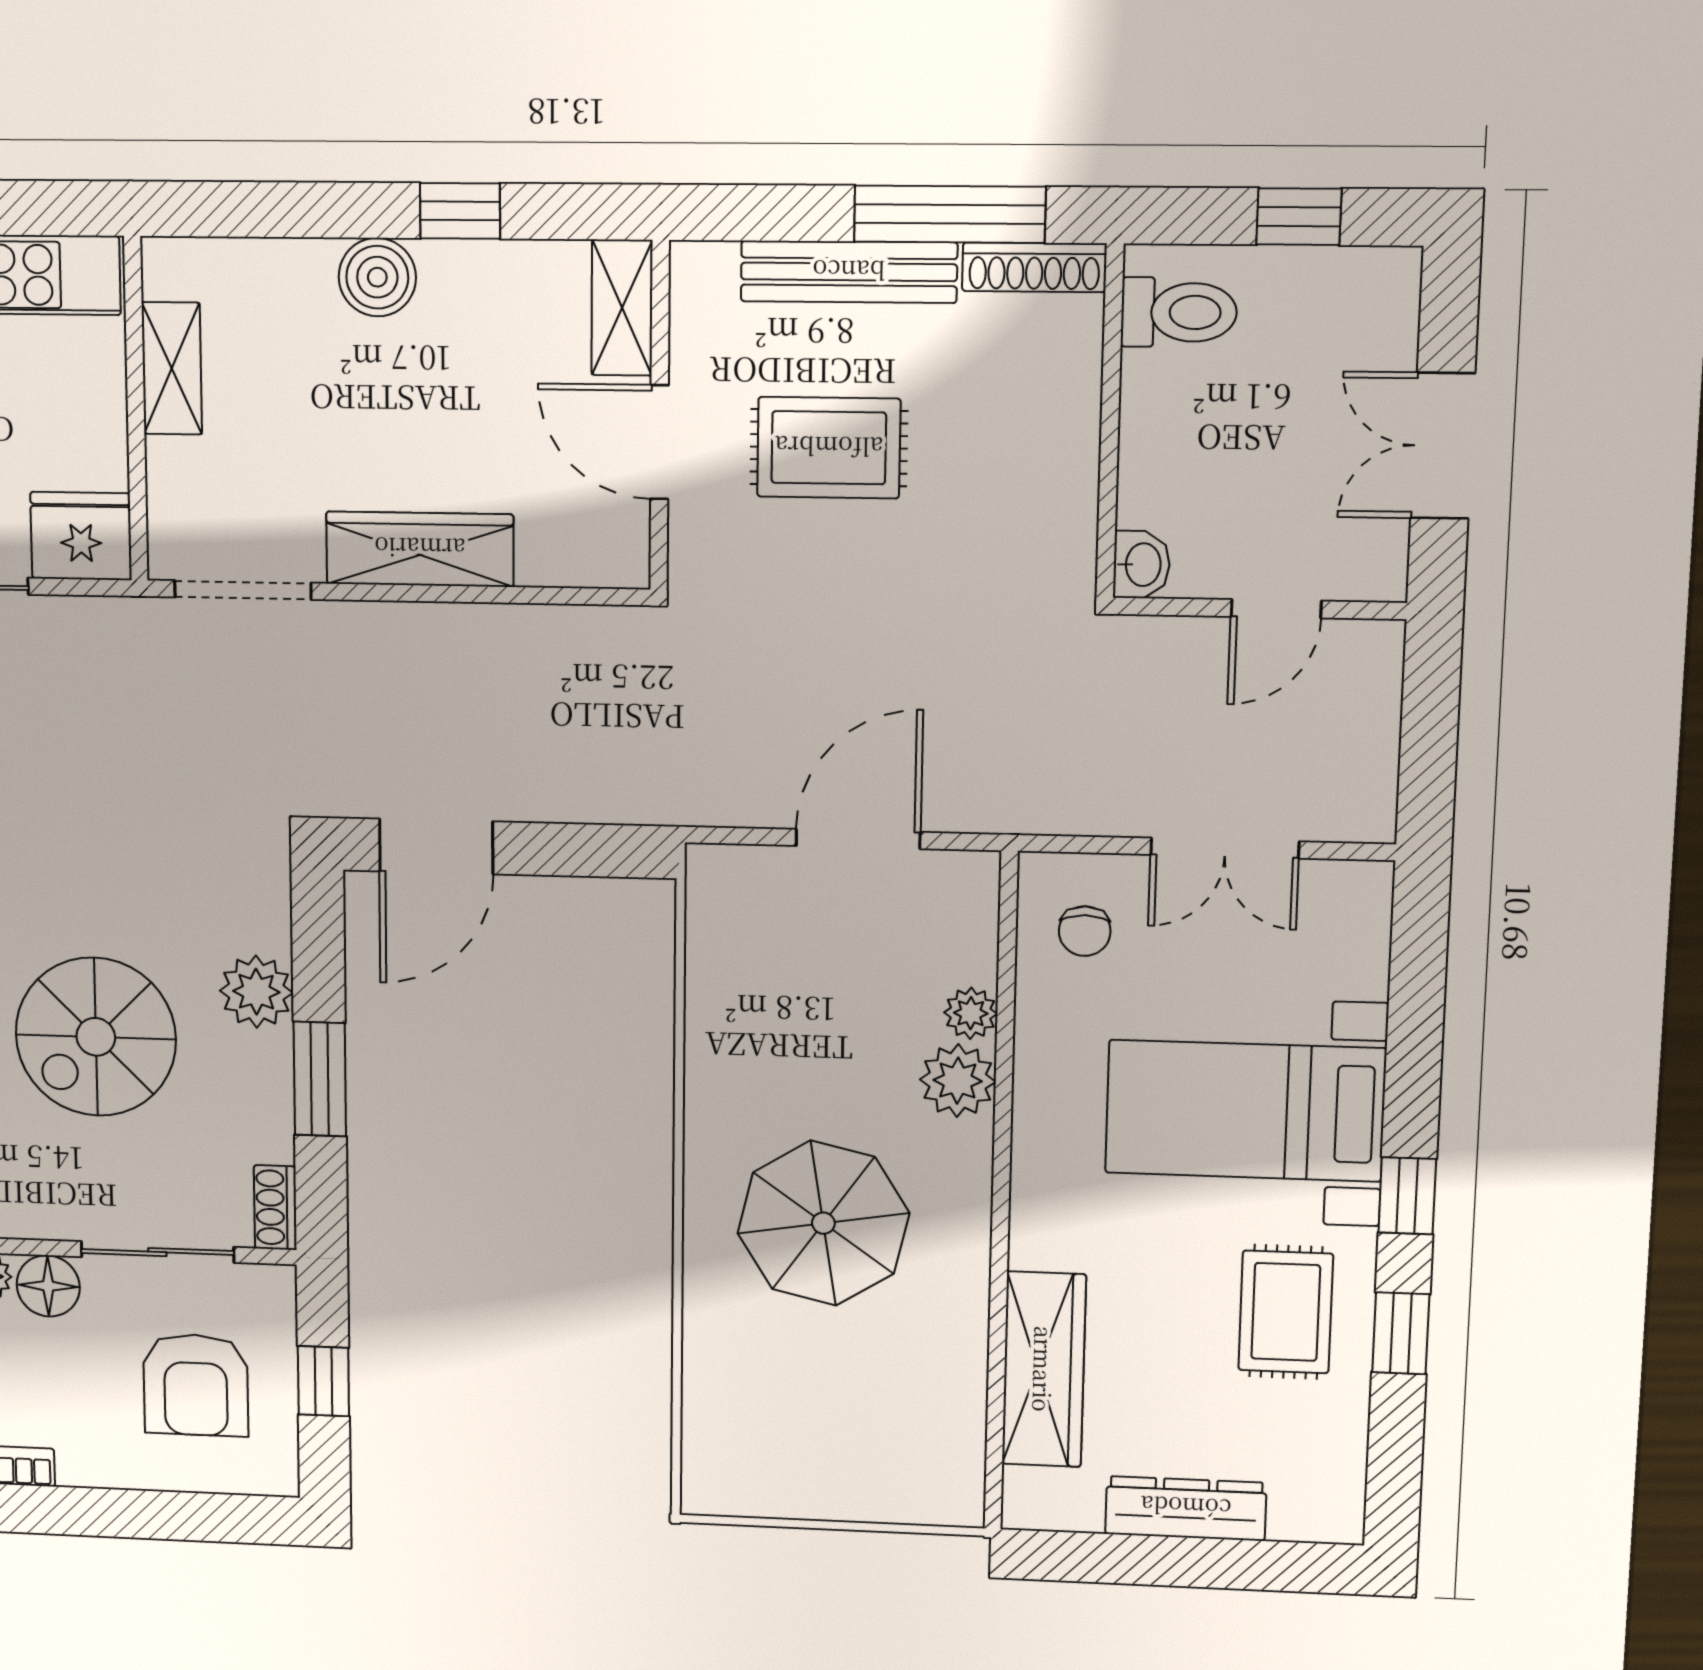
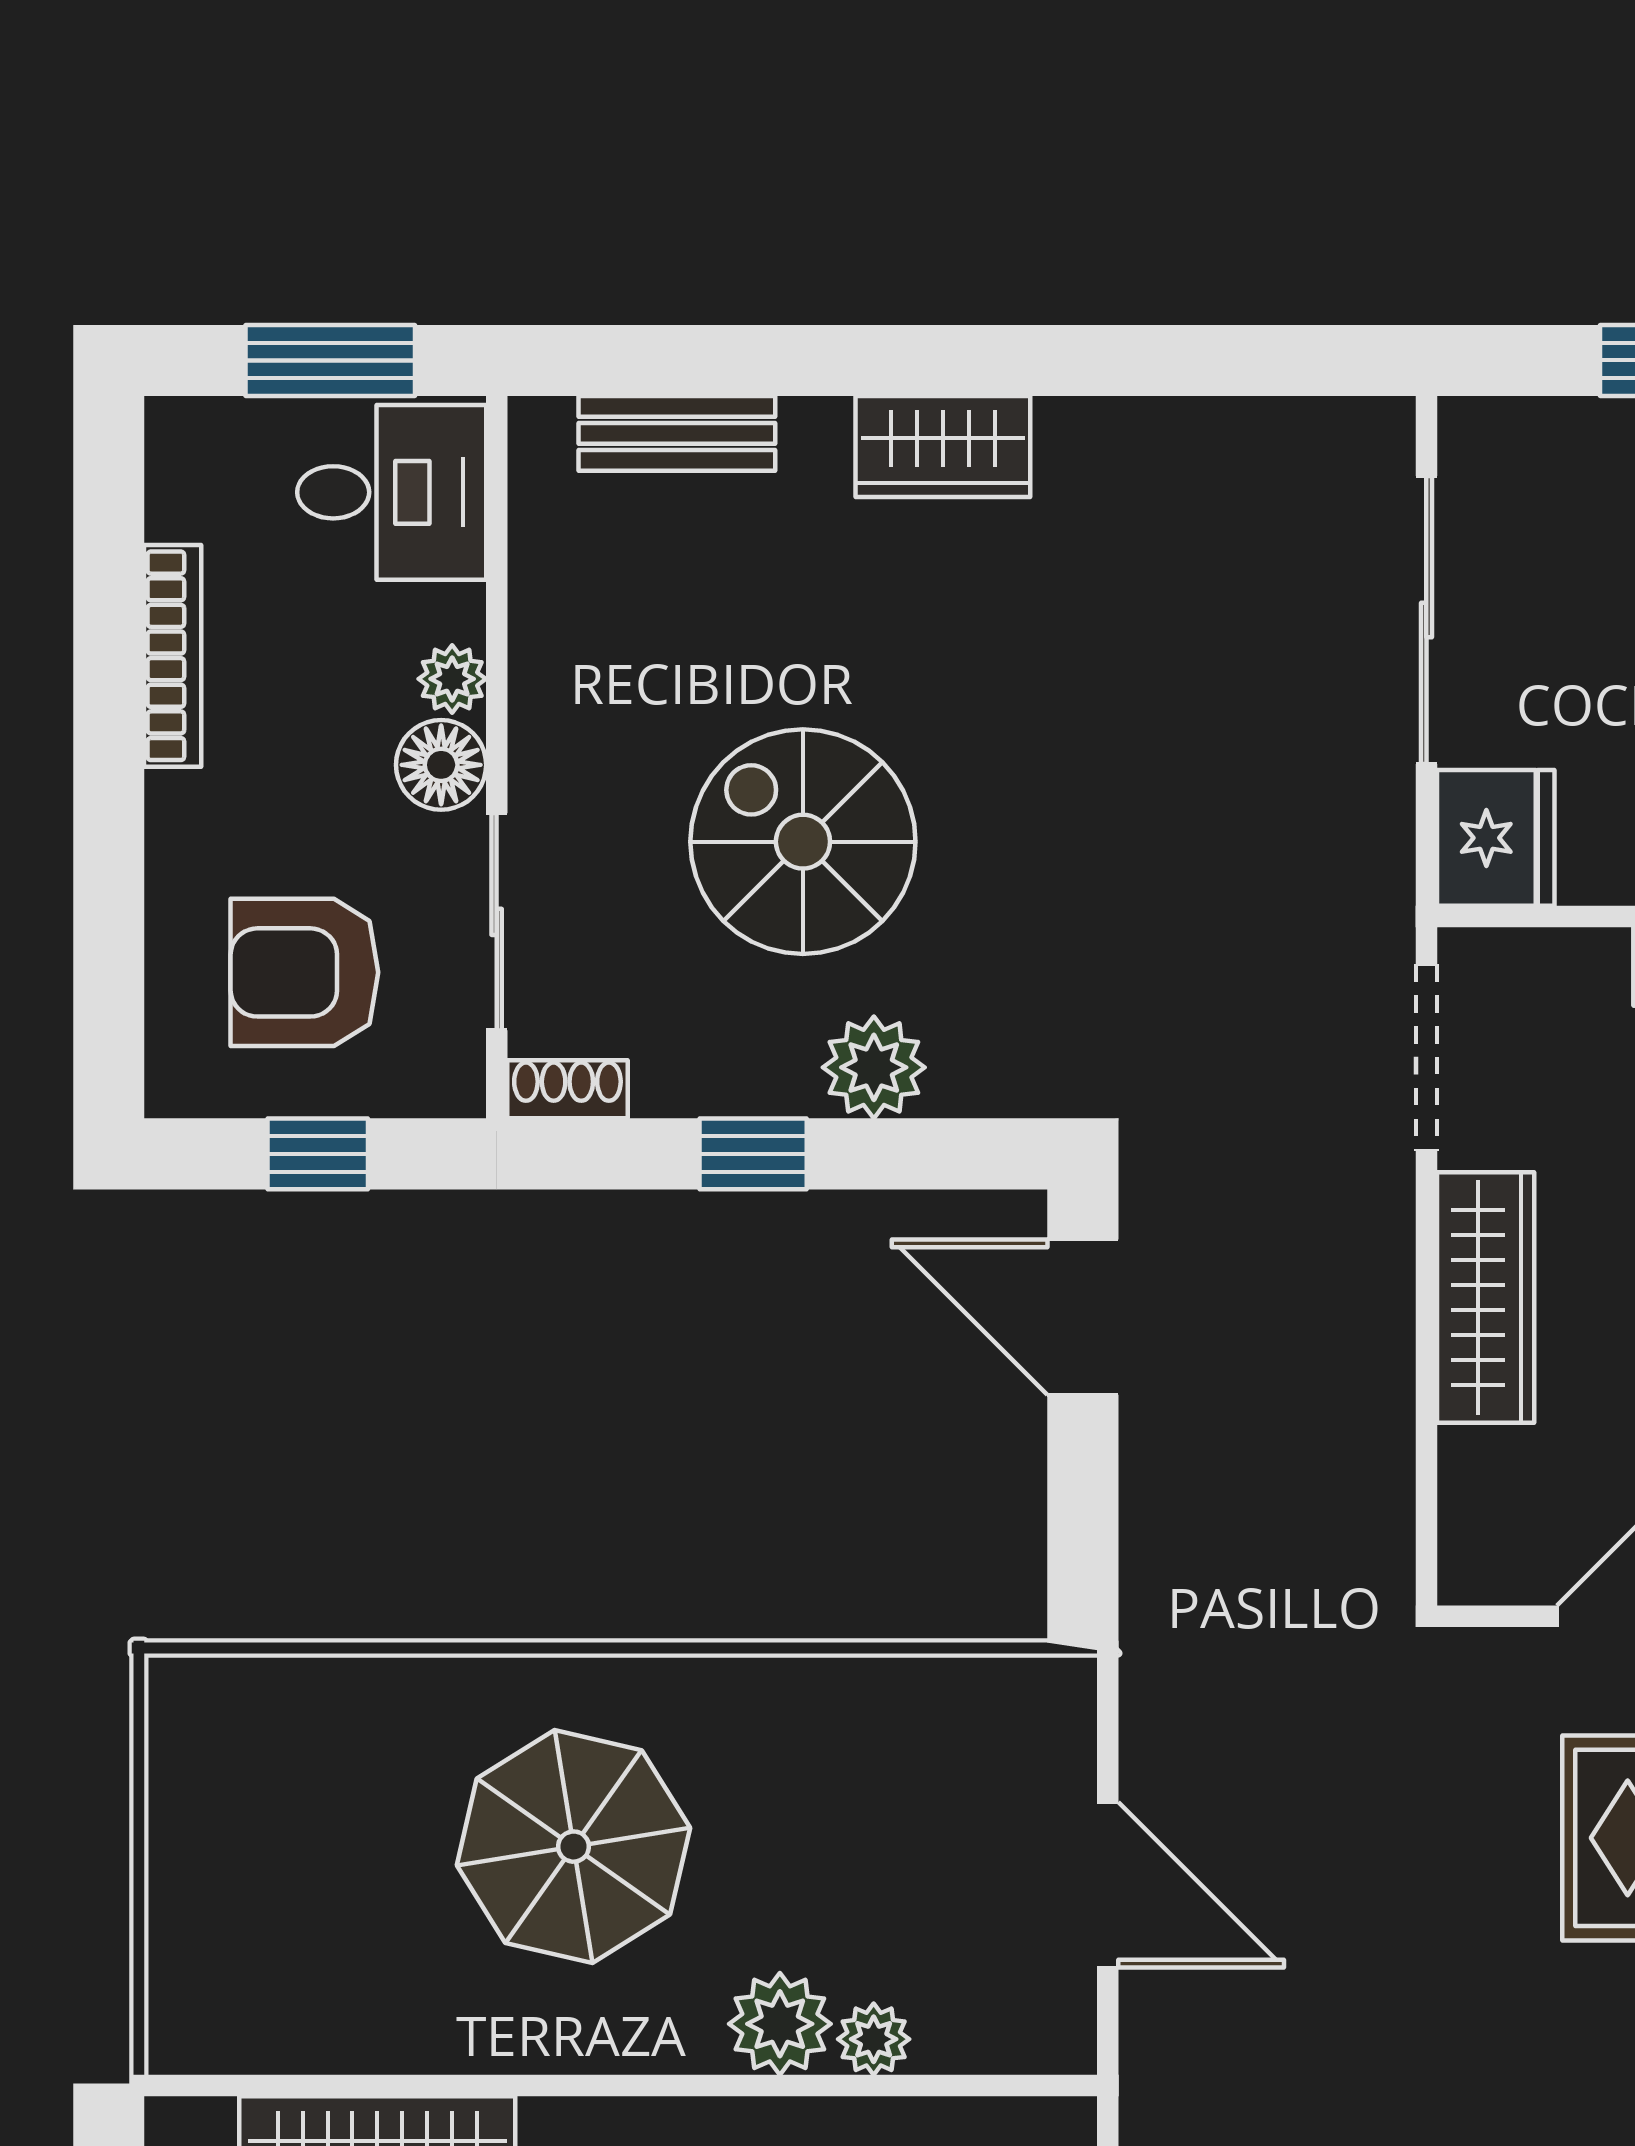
window: (320, 1079) -> (753, 1154), width x0.67

